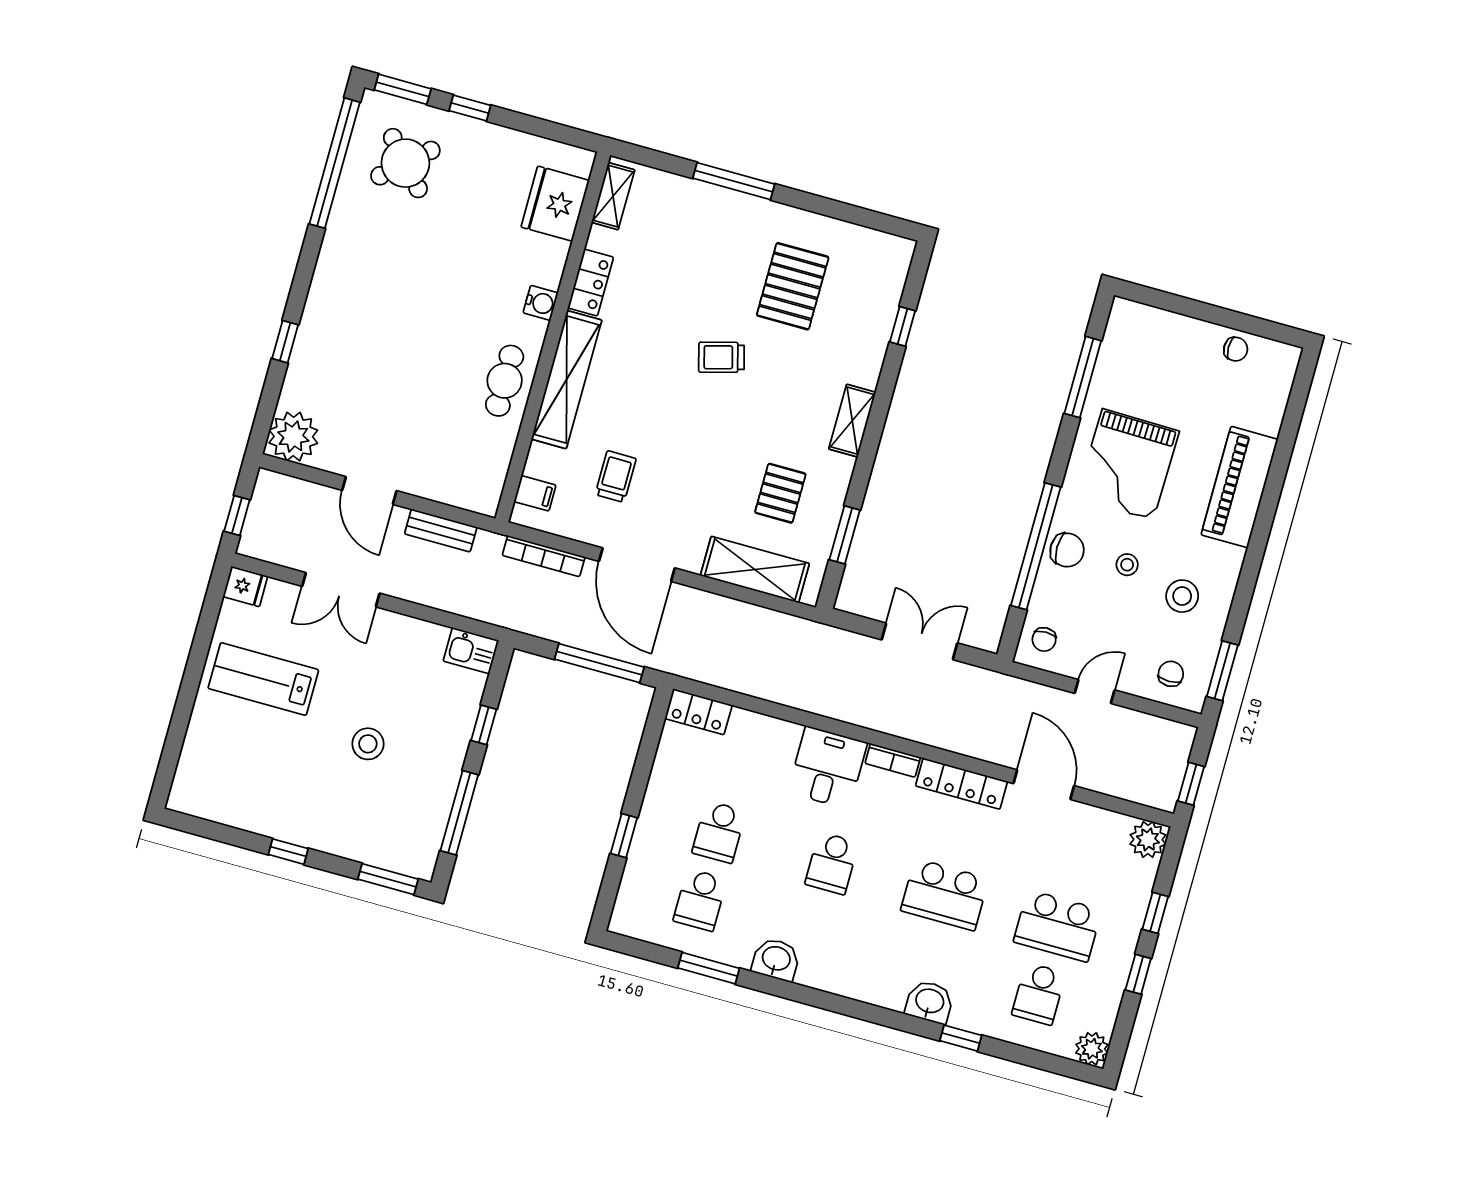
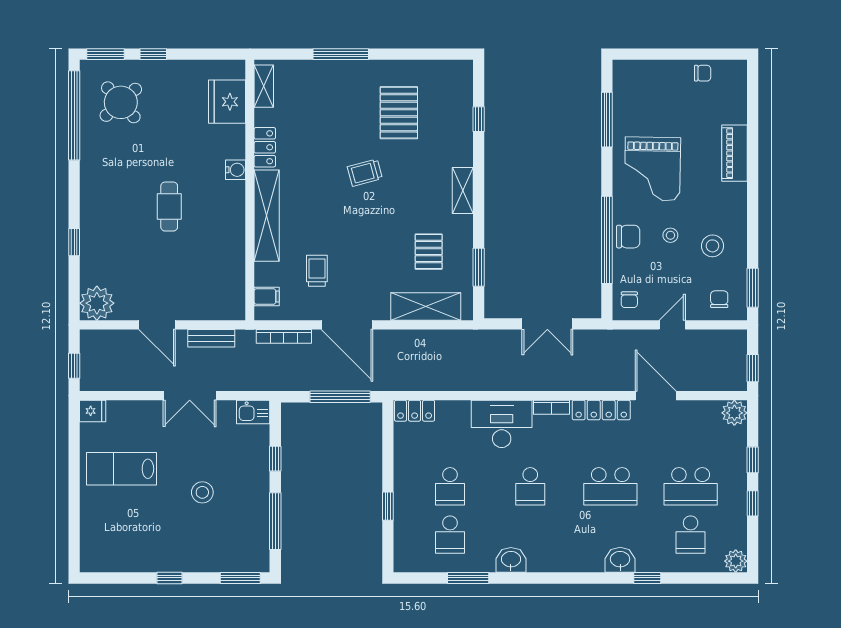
cafe table: (505, 381) -> (169, 207), moved
piano: (1240, 487) -> (735, 153), width x0.73, depth x0.75
double door: (341, 590) -> (190, 396), moved
double door: (919, 641) -> (547, 324), swing flipped
desk: (828, 768) -> (502, 424), width x1.37

